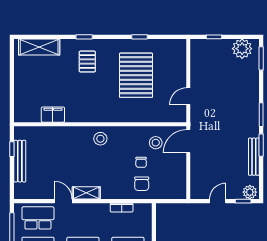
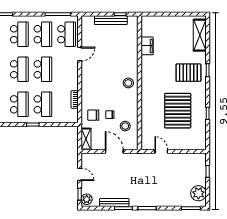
pallet: (87, 62) -> (188, 73), width x1.50, depth x1.42
pallet: (136, 75) -> (178, 111), turned 90
door: (188, 141) -> (114, 151), moved
shelving: (86, 193) -> (86, 139), moved

